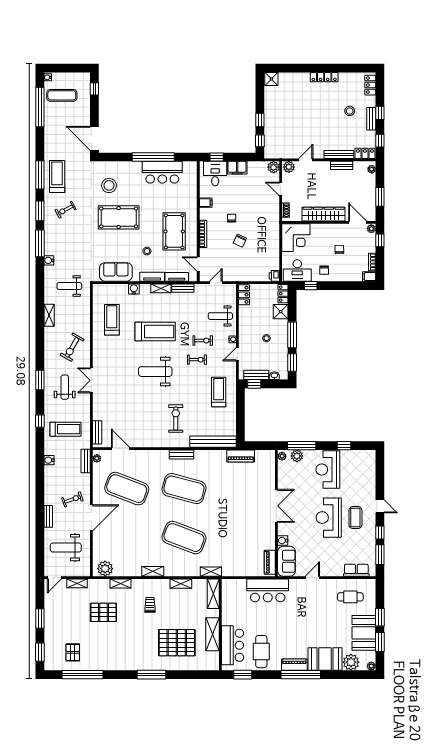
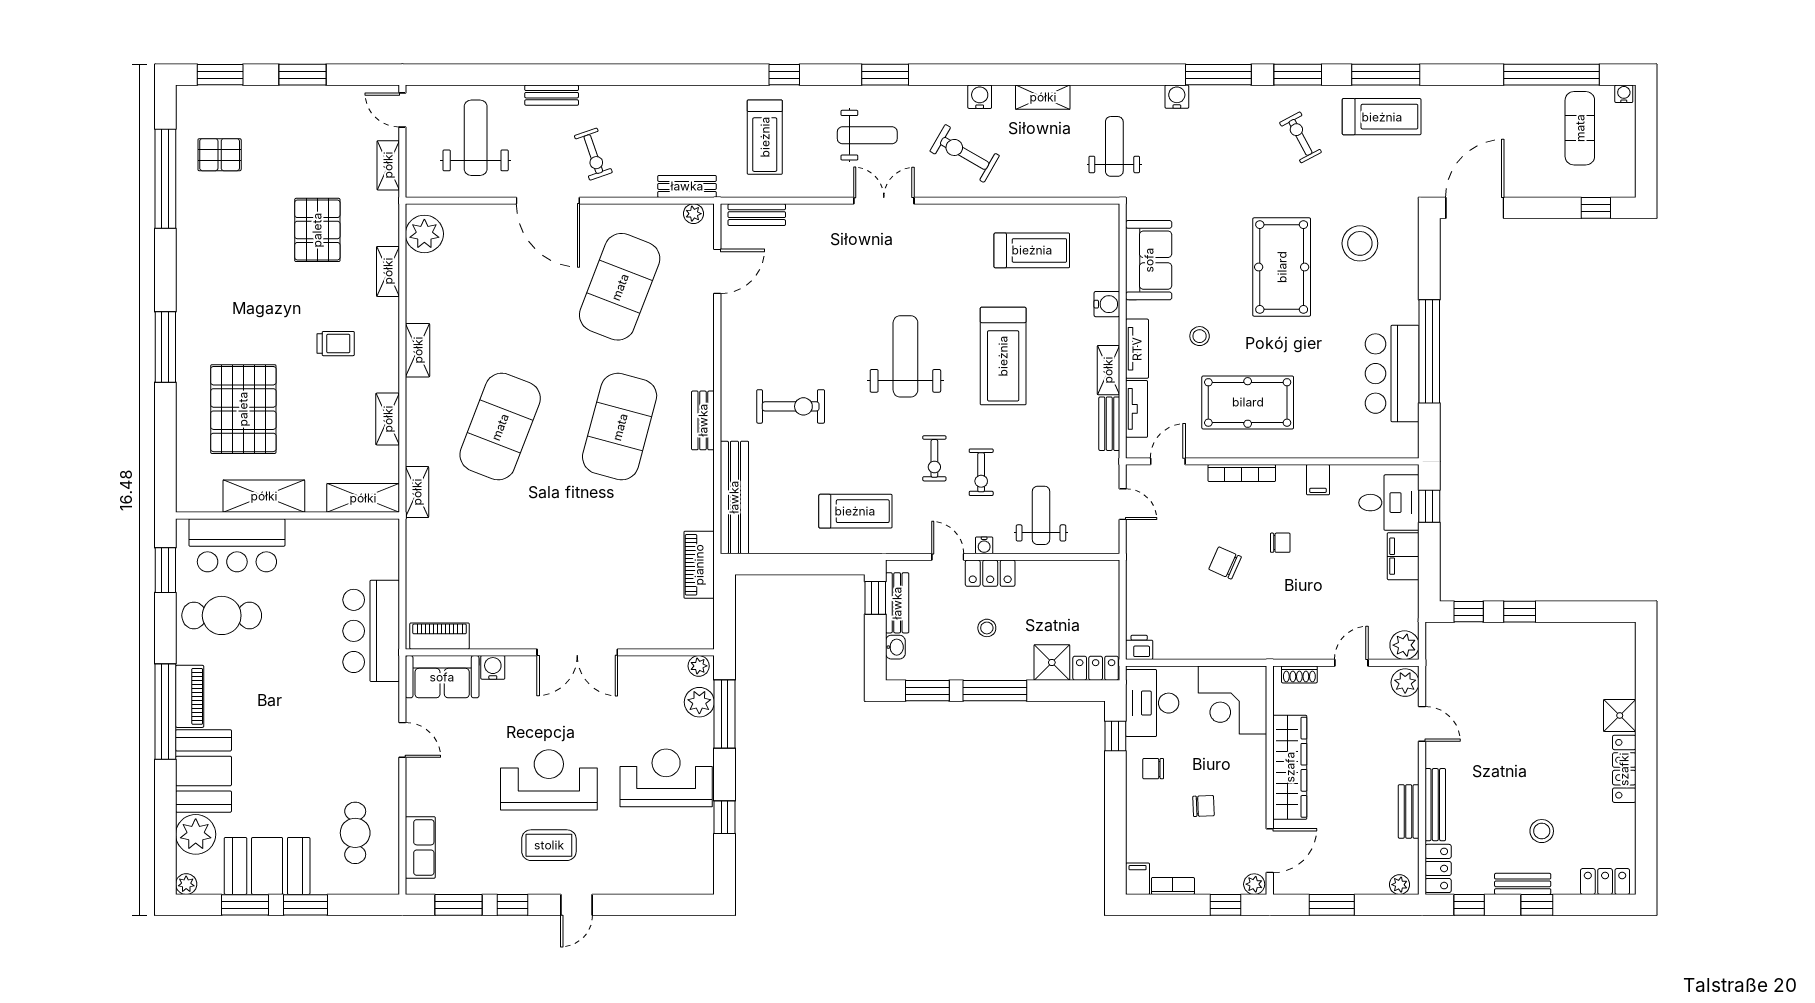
shower: (271, 79) -> (1620, 715), moved
locker: (244, 295) -> (990, 573), moved
water cooler: (49, 460) -> (980, 97), moved

